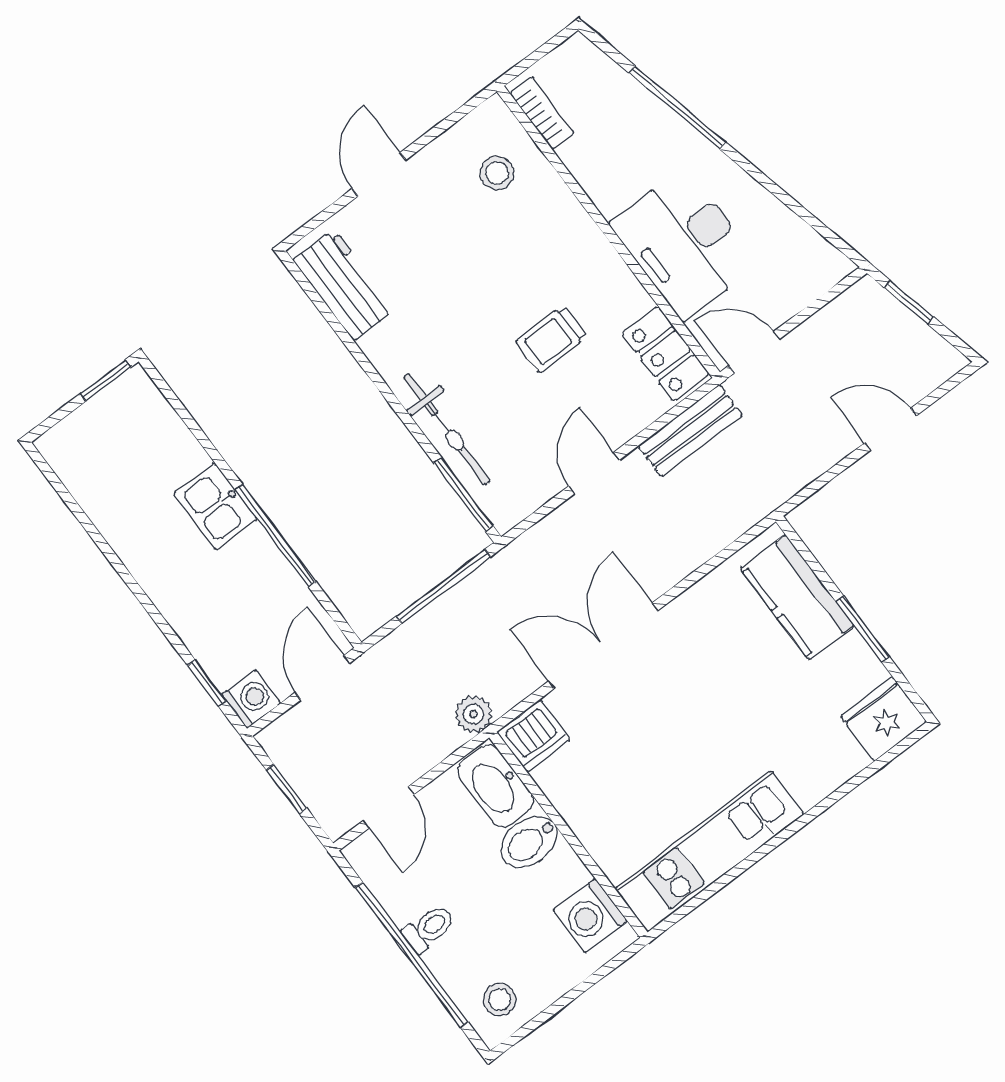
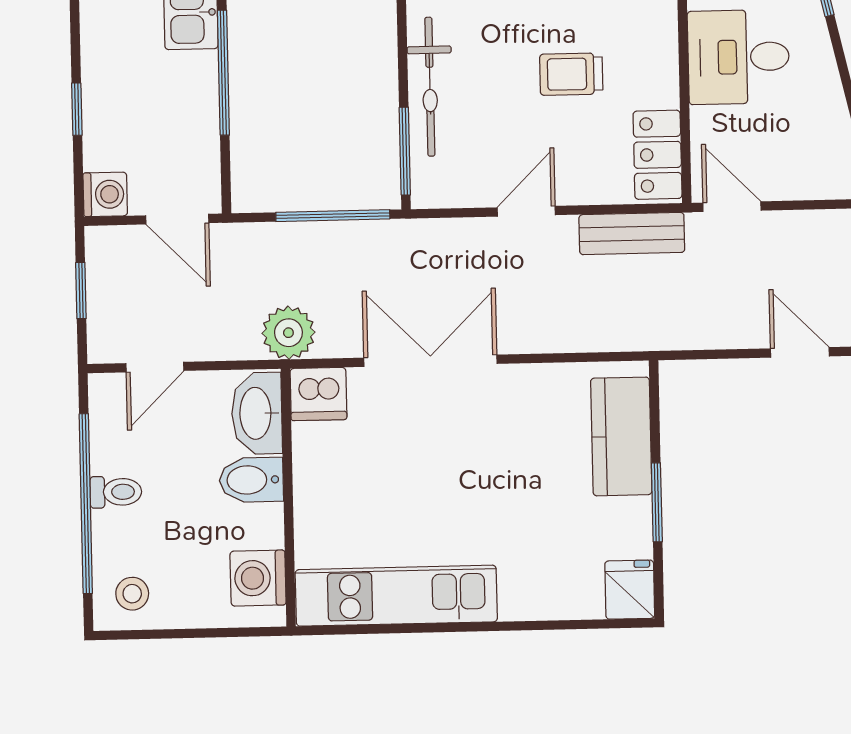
desk: (684, 244) -> (739, 57), width x0.73
door: (322, 678) -> (177, 219), swing flipped
window: (207, 683) -> (77, 109), moved
plant: (473, 714) -> (288, 333), width x1.38, depth x1.38
fridge: (884, 719) -> (630, 590), width x0.72

